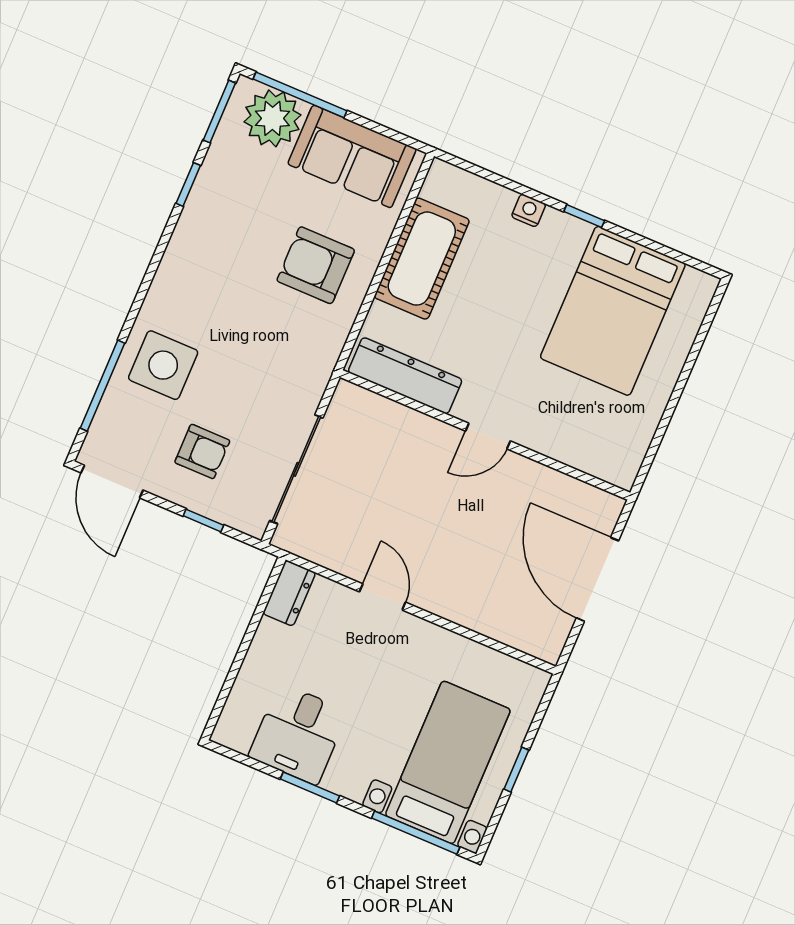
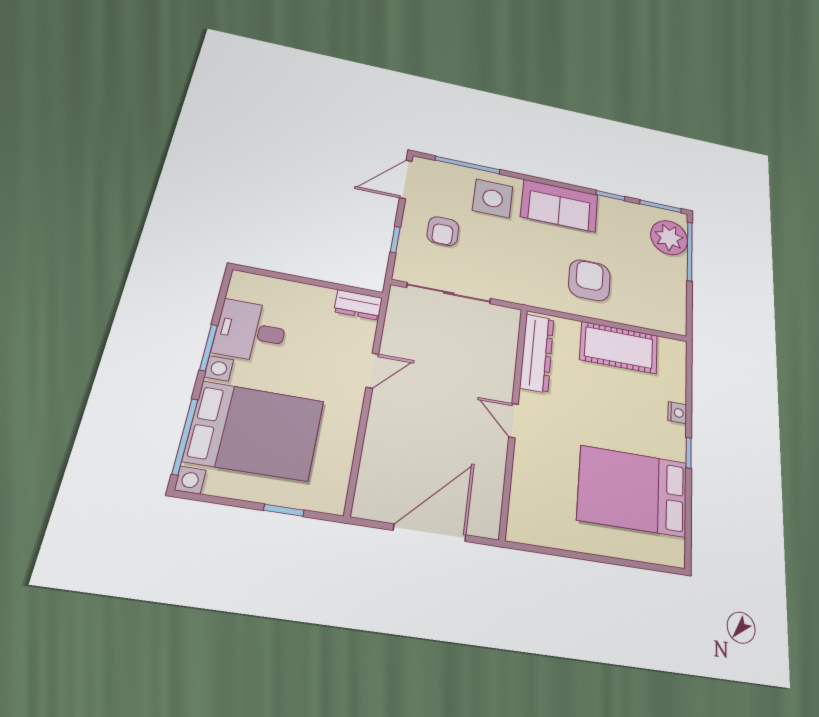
sofa: (352, 156) -> (559, 206), moved, turned -90
bed with nightstands: (448, 762) -> (255, 431), width x1.36
window: (516, 770) -> (284, 510), moved

